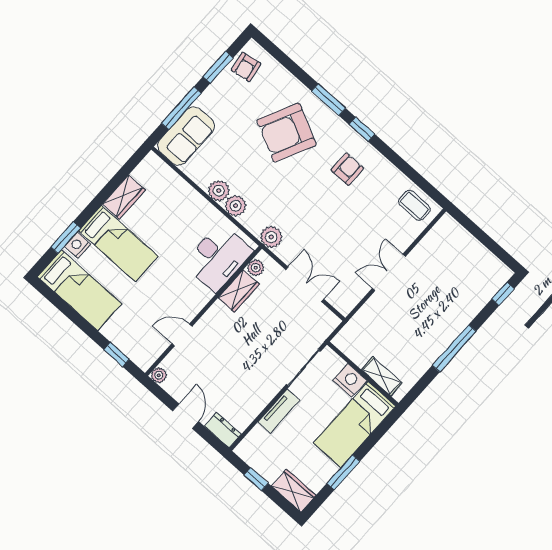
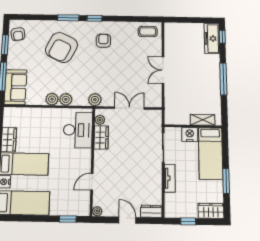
freezer: (488, 285) -> (212, 38), added

